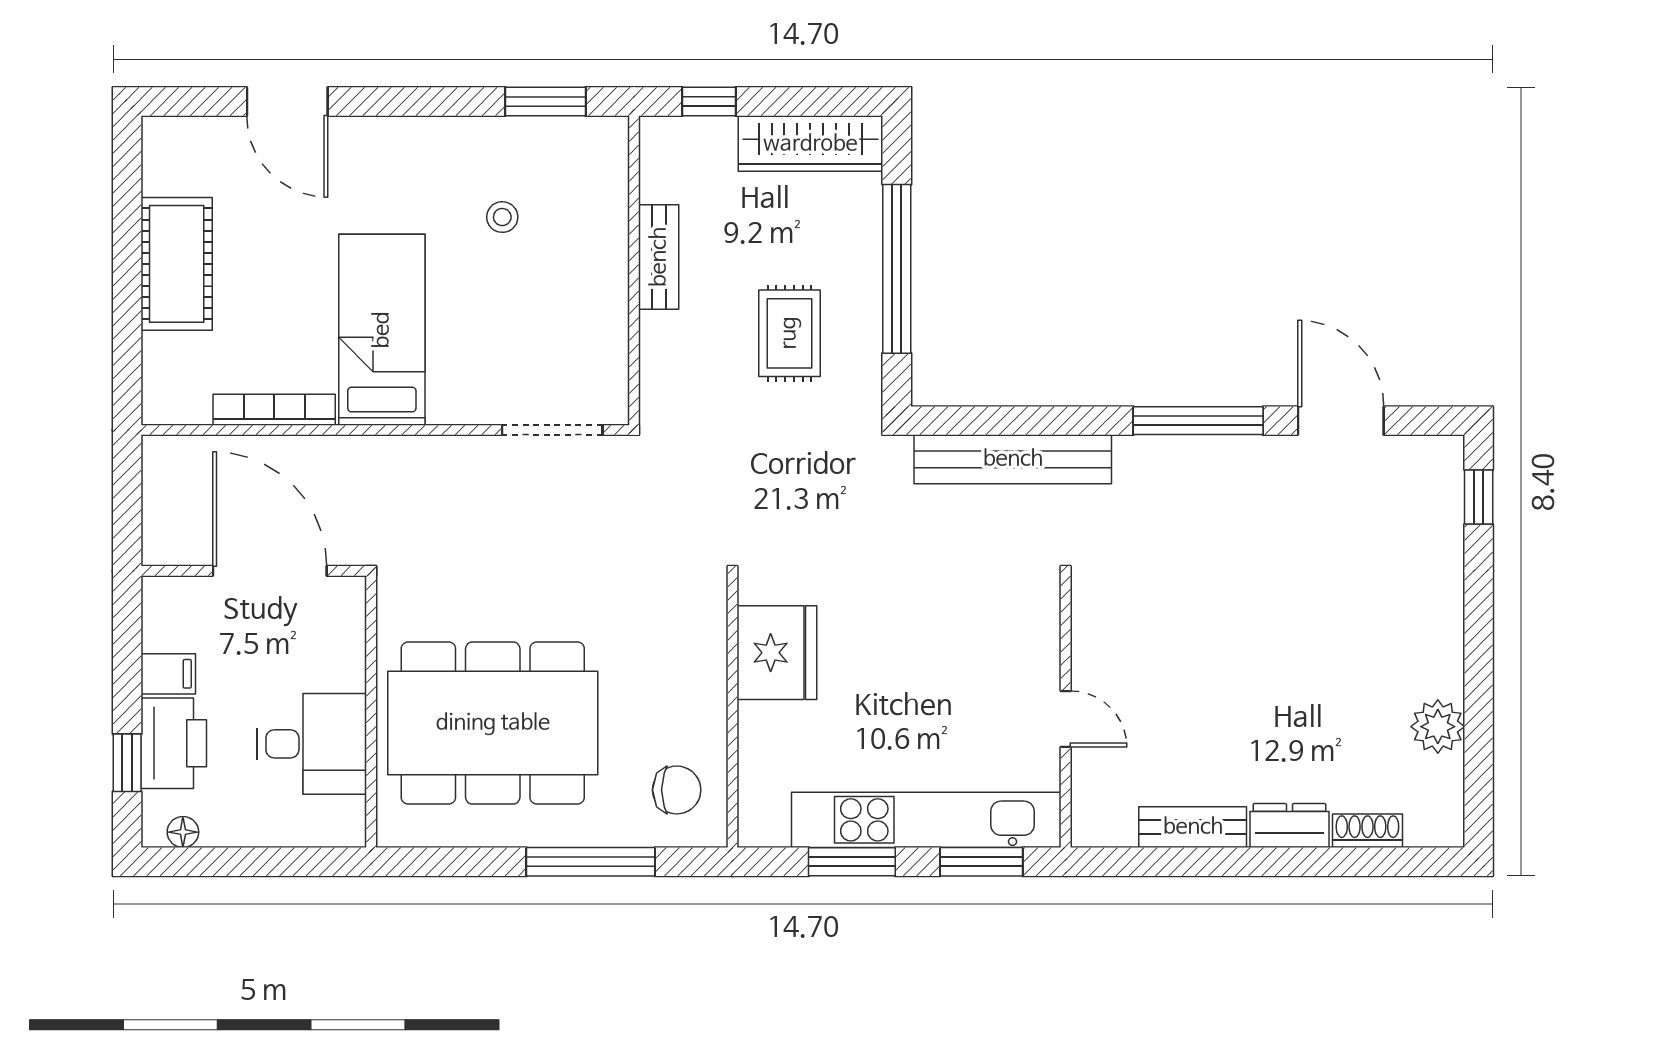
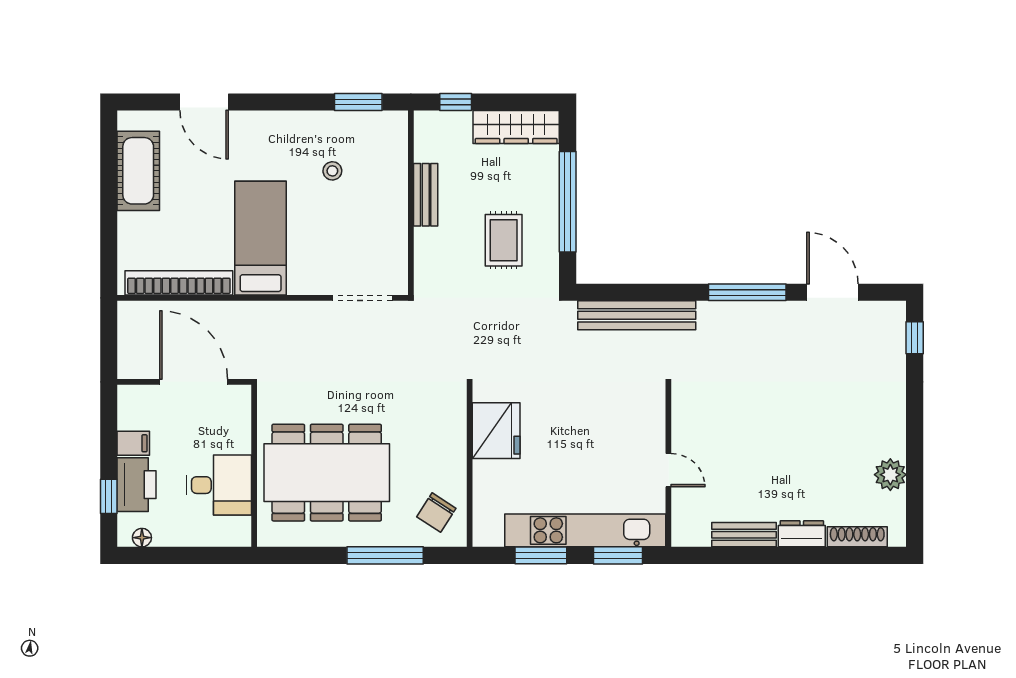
cot: (177, 264) -> (138, 171), moved
bookcase: (274, 410) -> (179, 283), width x1.48, depth x1.31
chair: (677, 790) -> (436, 513), turned 123
shoe rack: (1367, 831) -> (857, 537), width x1.43

